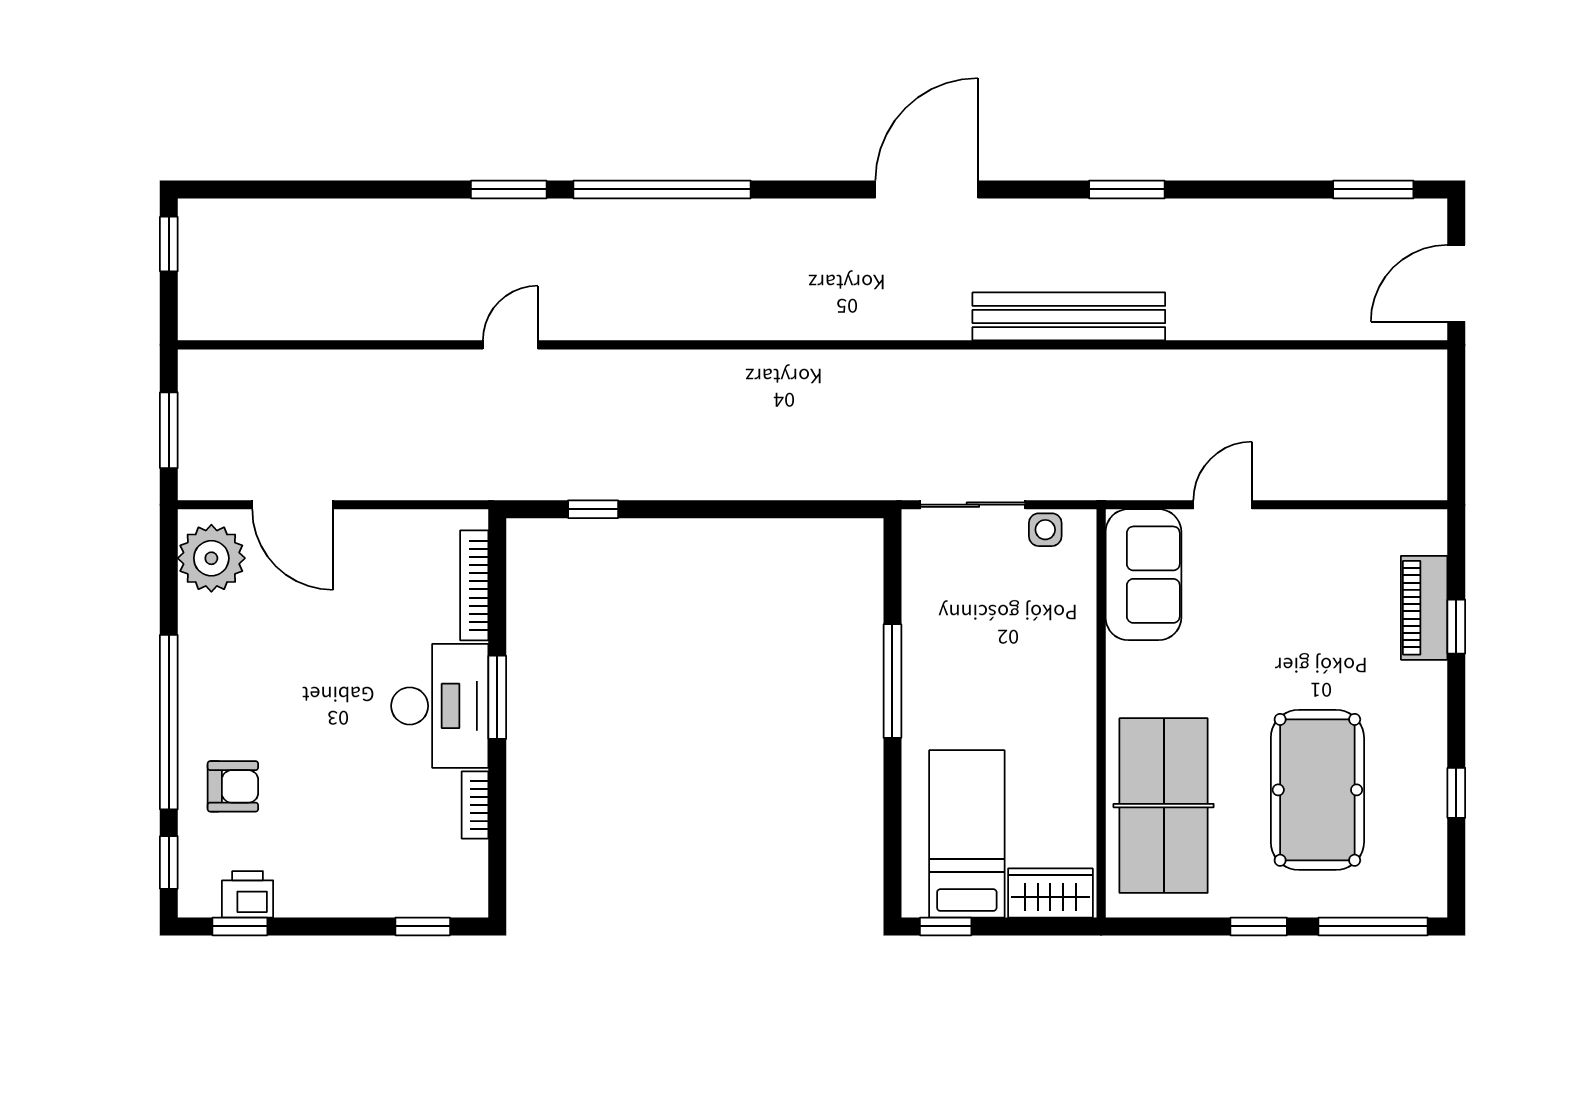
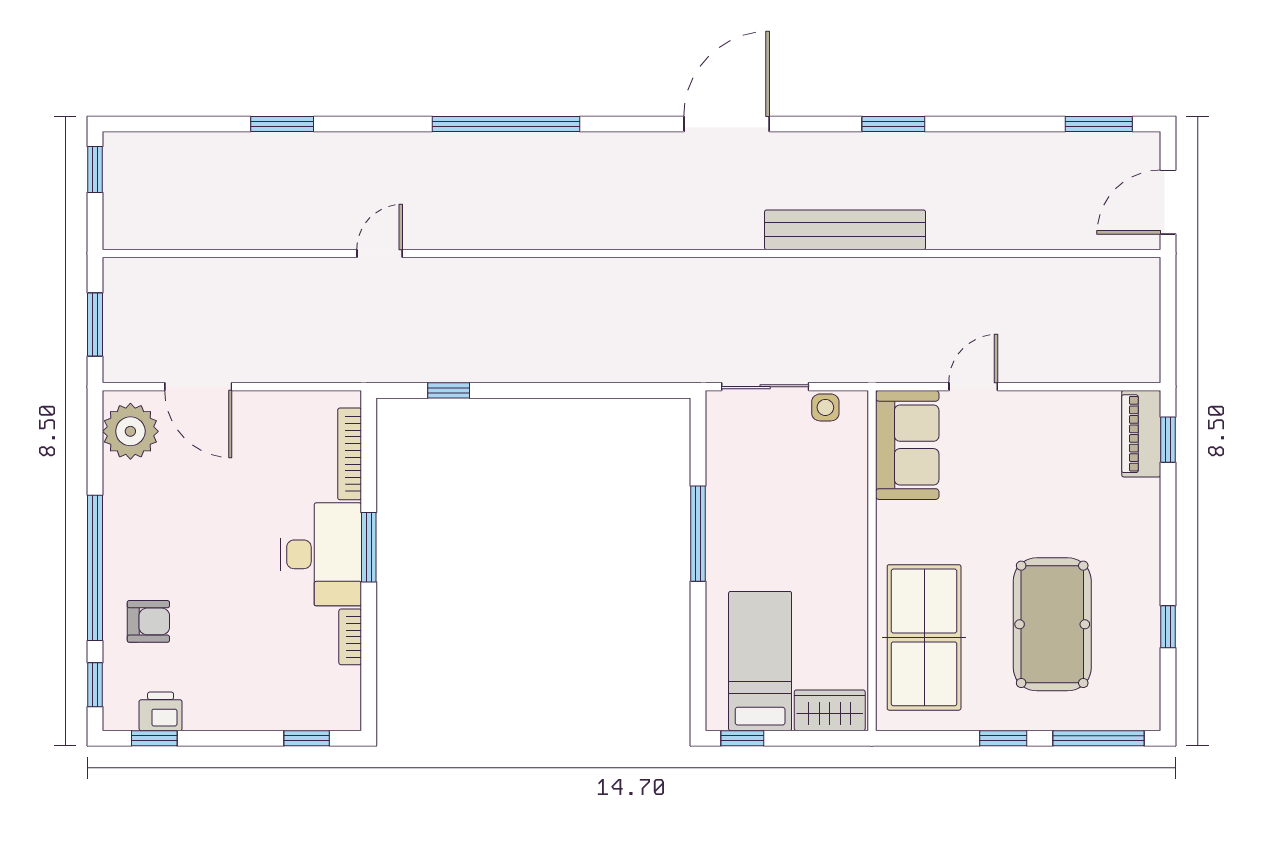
window: (509, 189) -> (282, 124), moved
piano: (1424, 608) -> (1141, 434), moved
window: (1456, 627) -> (1168, 440), moved

